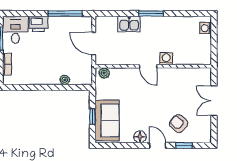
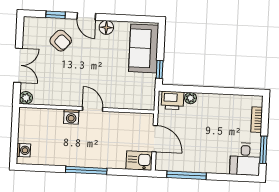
window: (151, 13) -> (86, 170), width x1.44
printer: (39, 24) -> (172, 100), moved, turned 180
kitchen sink: (129, 24) -> (139, 161), moved
plant: (104, 73) -> (26, 98), moved
window: (92, 117) -> (160, 69), moved

